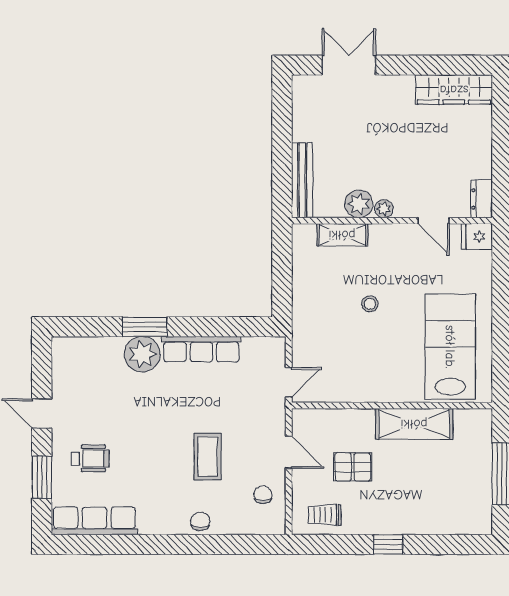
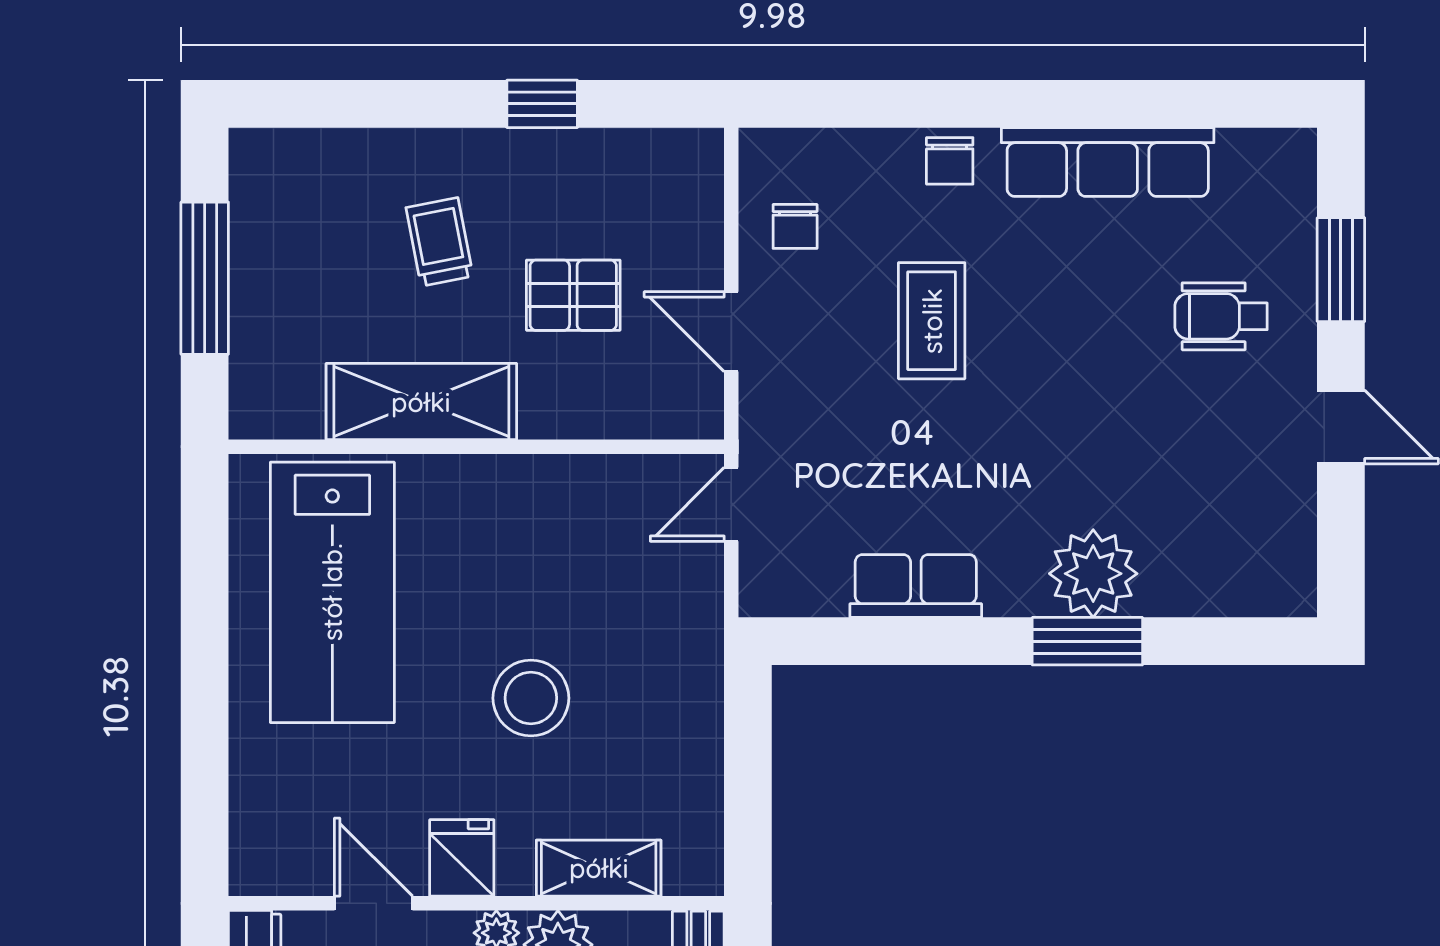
fridge: (477, 237) -> (462, 858), moved, turned -90
stool: (370, 304) -> (531, 698), width x1.89, depth x1.89
row of seats: (201, 349) -> (916, 586), width x0.68
trolley: (325, 515) -> (440, 242), moved, turned -101
row of seats: (94, 521) -> (1108, 162), moved
window: (388, 544) -> (542, 104), moved

